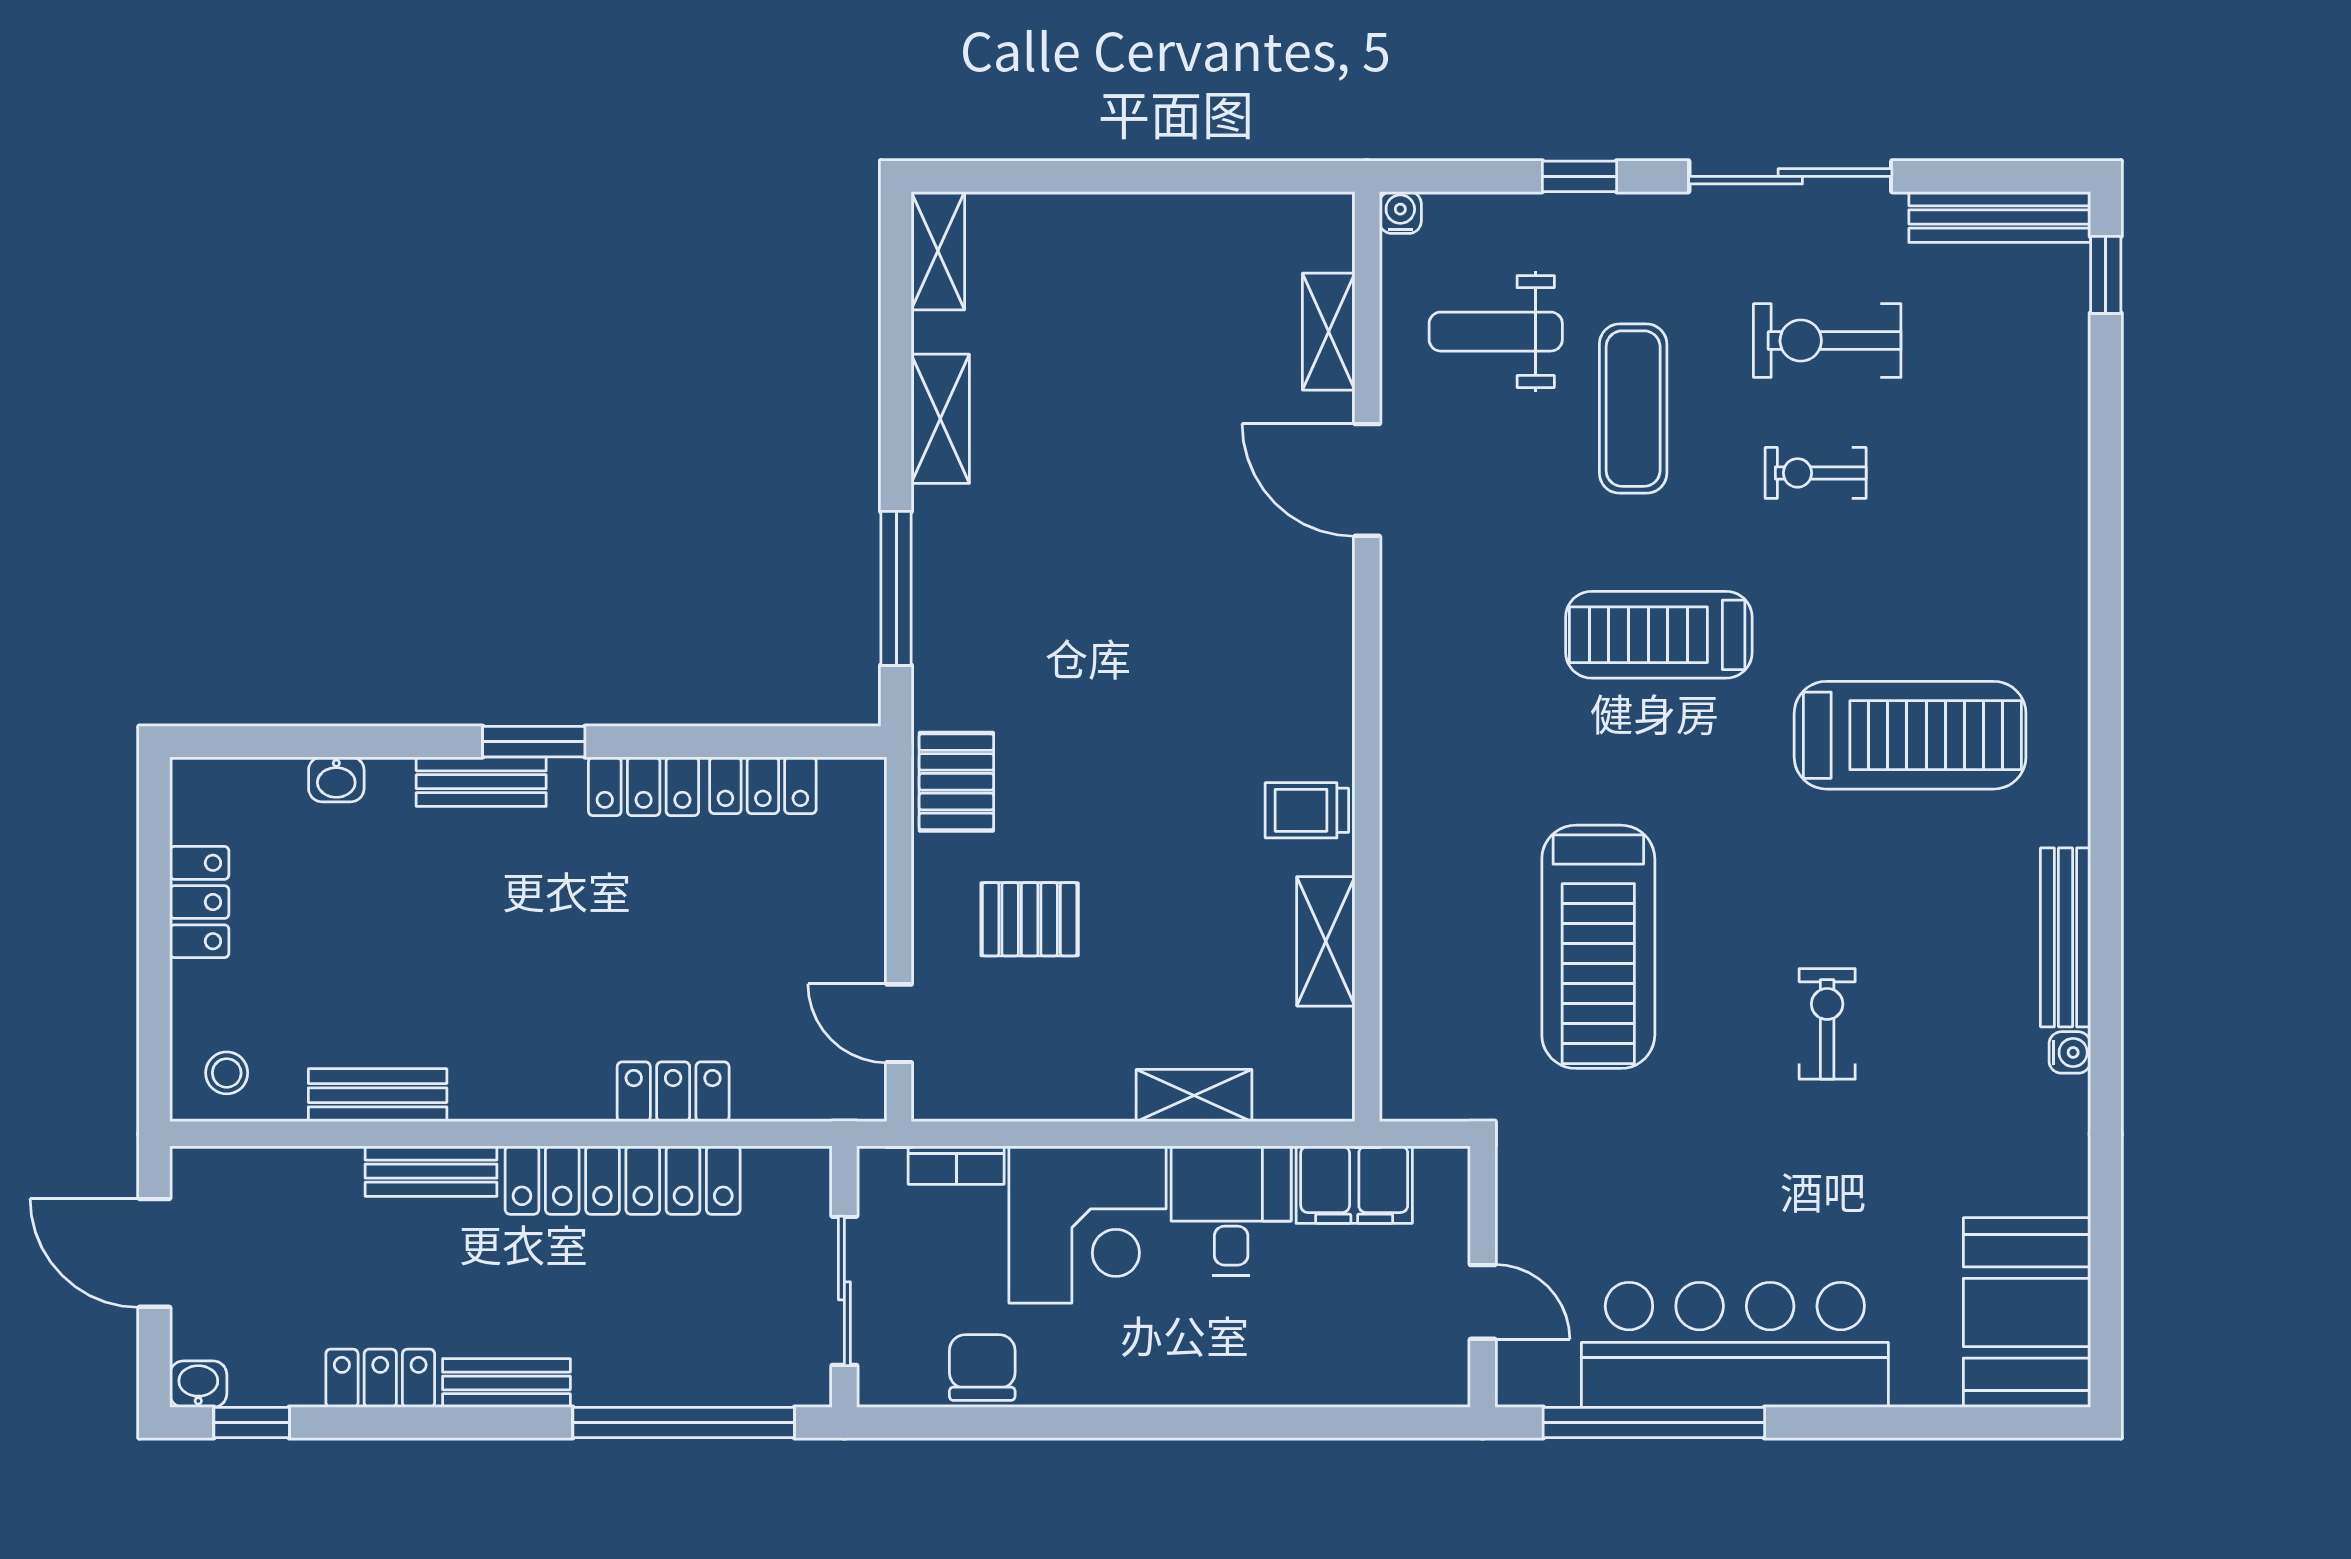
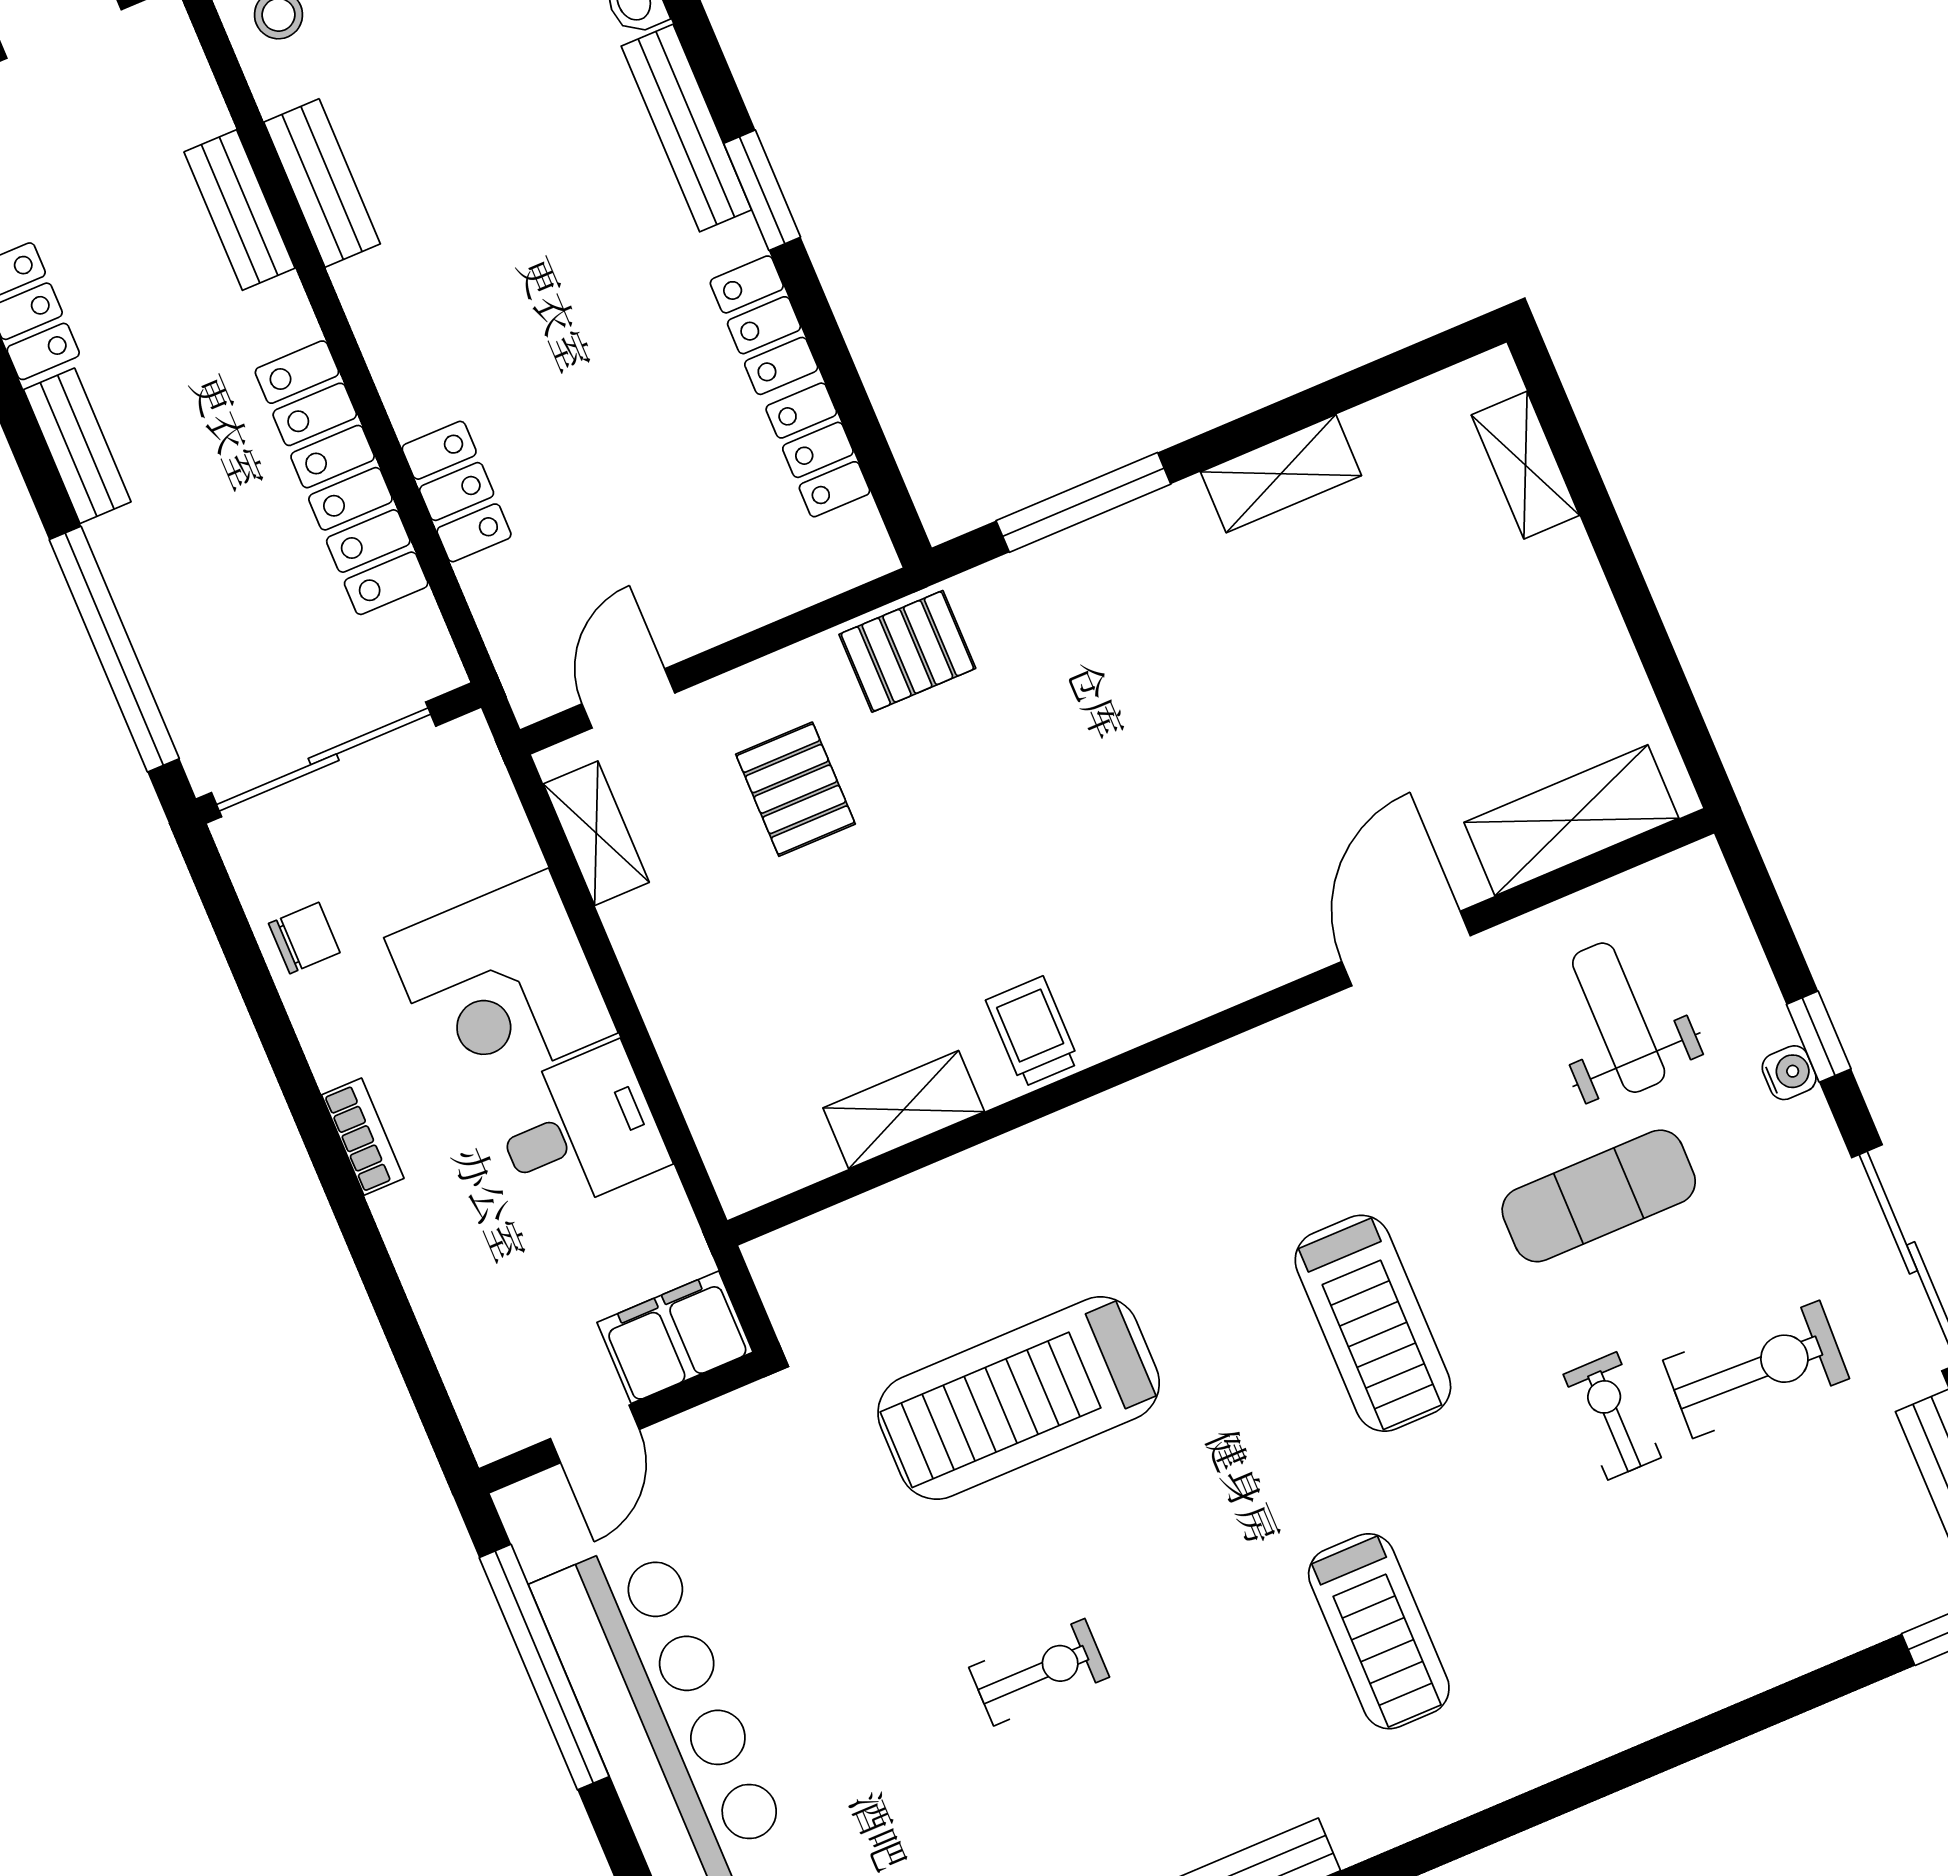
water cooler: (1400, 212) -> (1789, 1073), moved
shelving: (938, 251) -> (1525, 465), moved, turned 90
shelving: (1329, 332) -> (1571, 820), width x1.50, depth x1.33
exercise bike: (1827, 341) -> (1756, 1369), turned 92
treadmill: (1659, 635) -> (1373, 1323), turned 180
treadmill: (1910, 735) -> (1379, 1631), width x0.73, depth x0.73
bench: (481, 782) -> (686, 128), width x1.36
shelving: (1194, 1096) -> (596, 833), moved
bookcase: (956, 1165) -> (363, 1137), moved, turned 180
bench: (431, 1171) -> (240, 210), moved
filing cabinet: (1354, 1185) -> (675, 1337), moved, turned 90
sliding door: (844, 1291) -> (324, 759), width x1.37
chair: (982, 1367) -> (304, 938), width x0.73, depth x0.73

